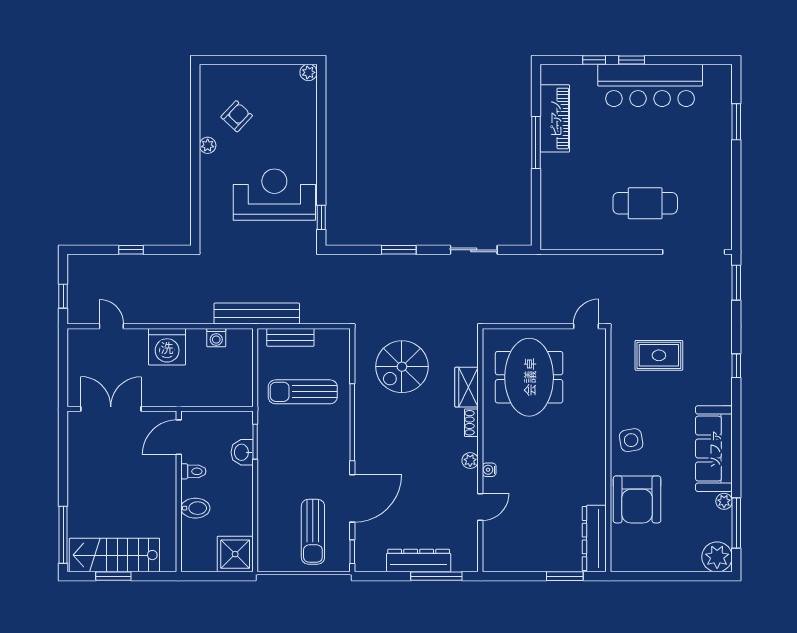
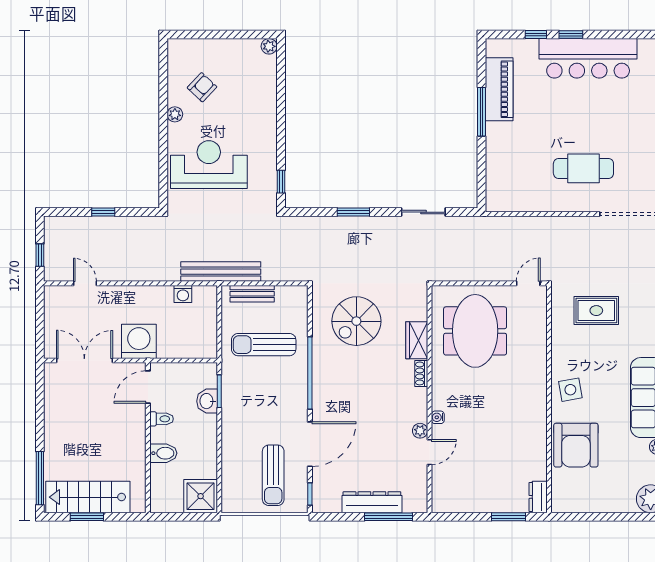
reception desk: (274, 195) -> (209, 165), moved
washing machine: (167, 347) -> (139, 341), moved, turned 180
plant: (470, 461) -> (420, 431), moved
dresser: (594, 539) -> (538, 497), width x0.51, depth x0.80

